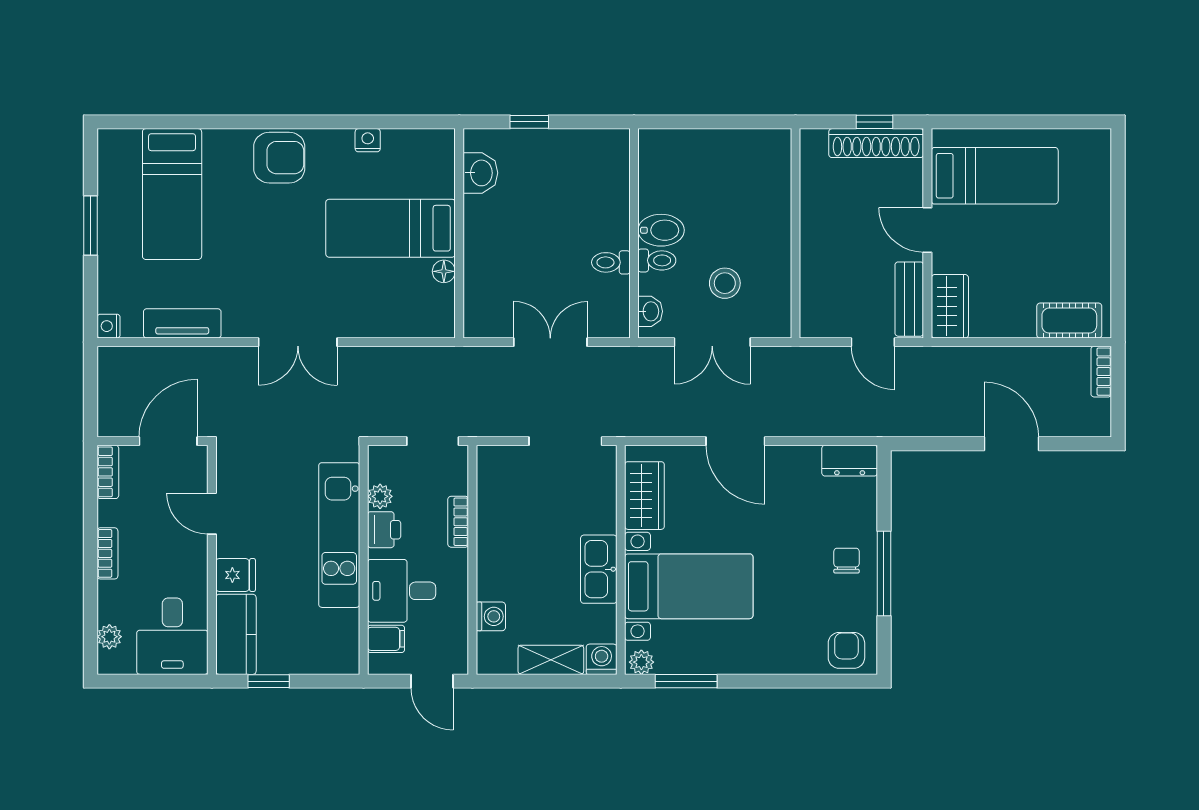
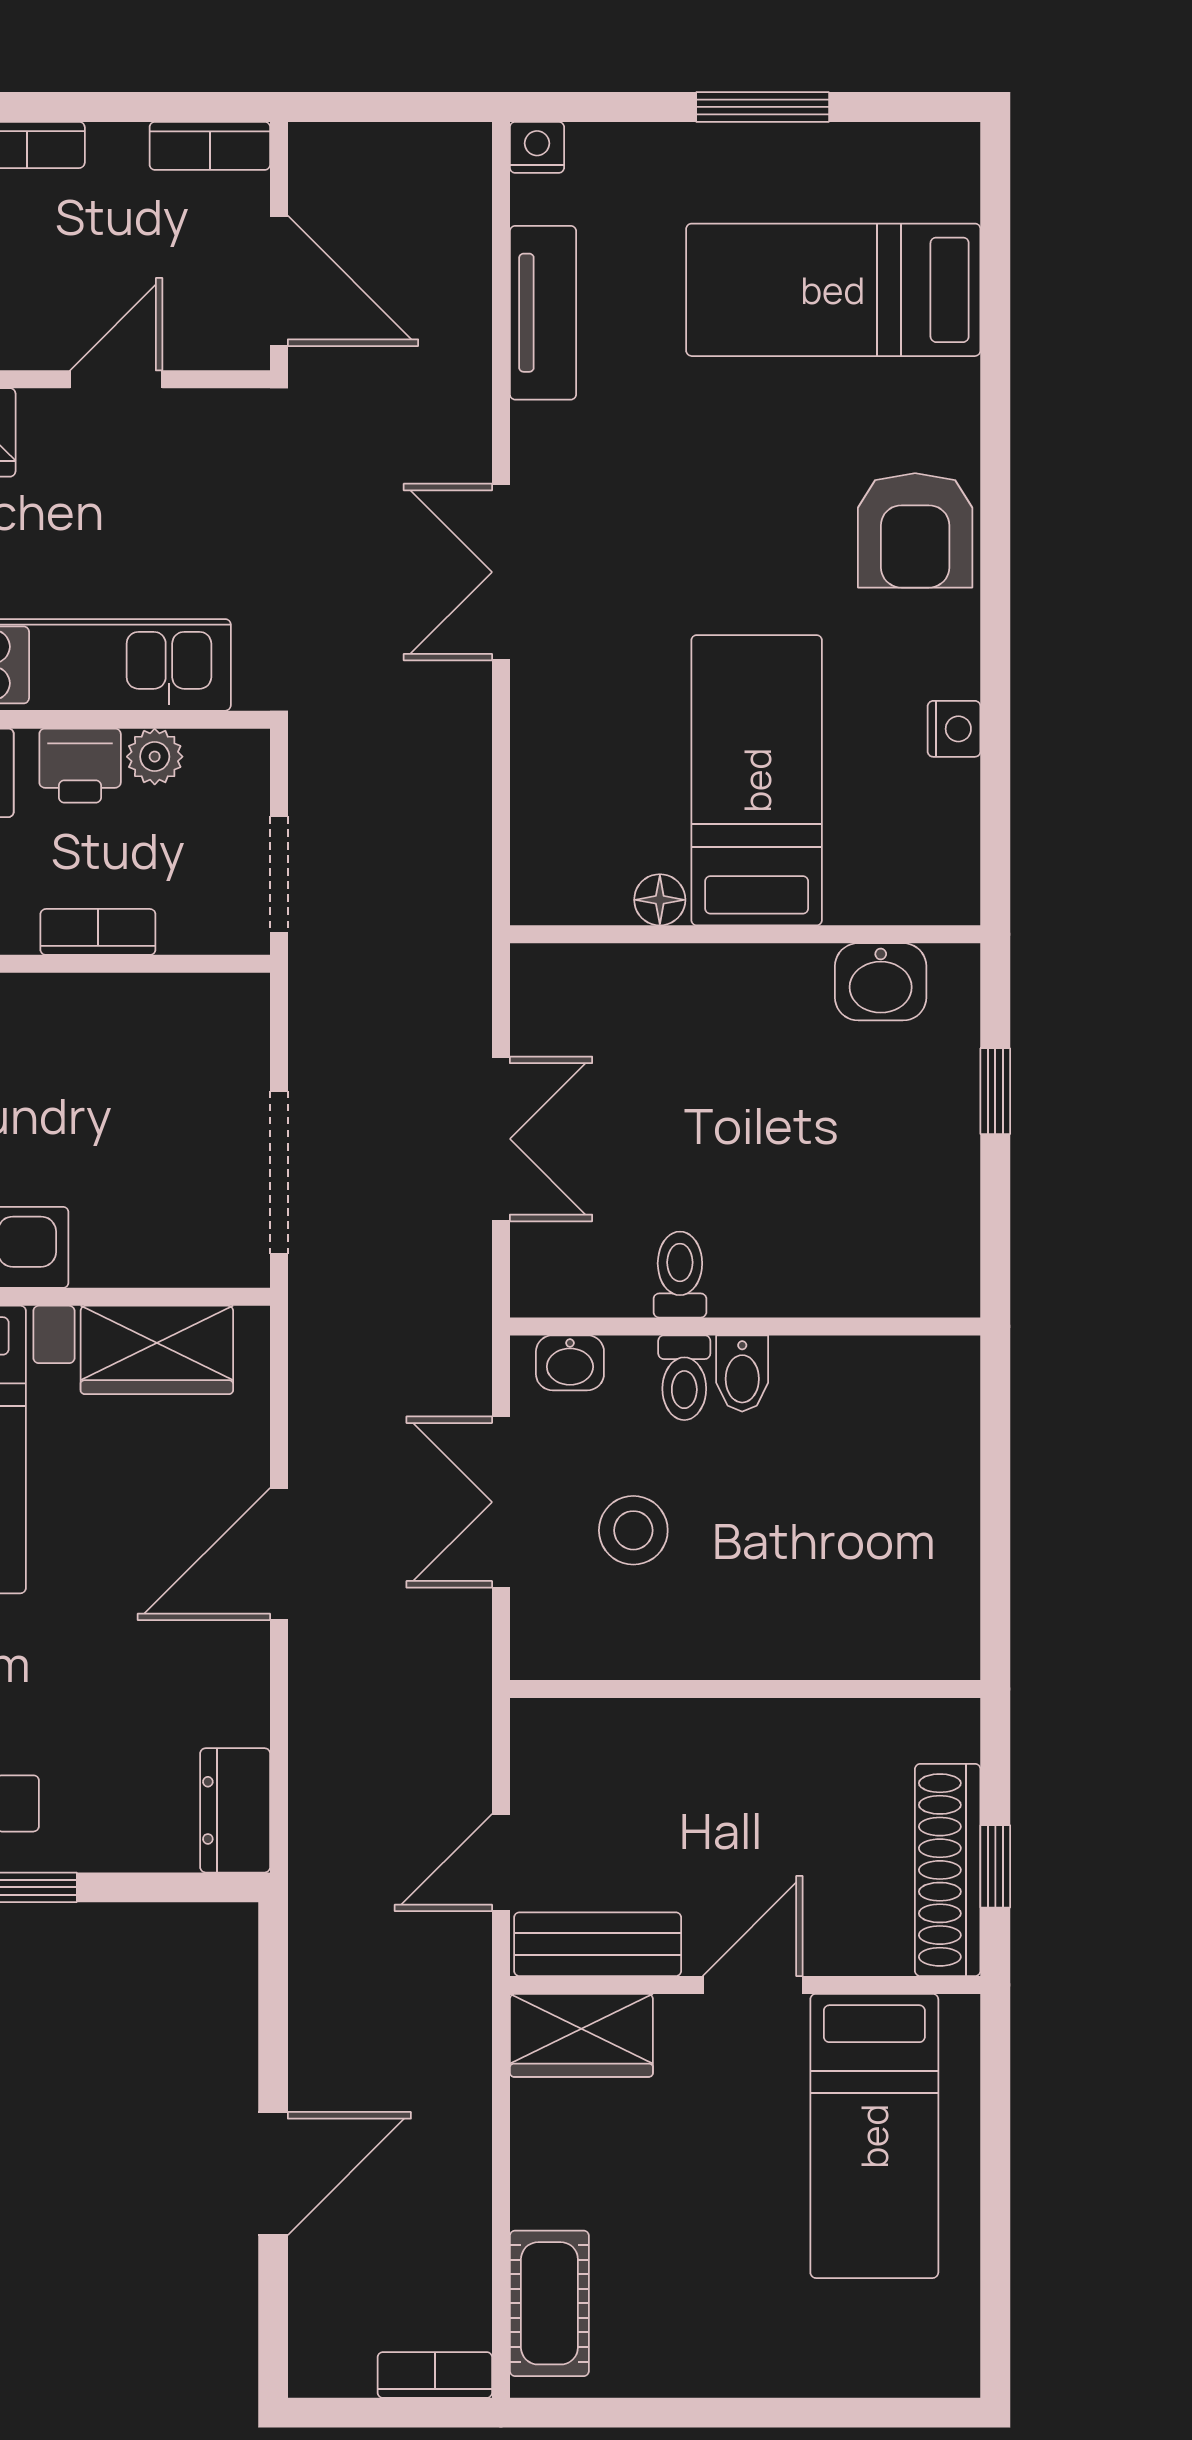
bidet: (661, 230) -> (742, 1373), width x0.72, depth x0.74

